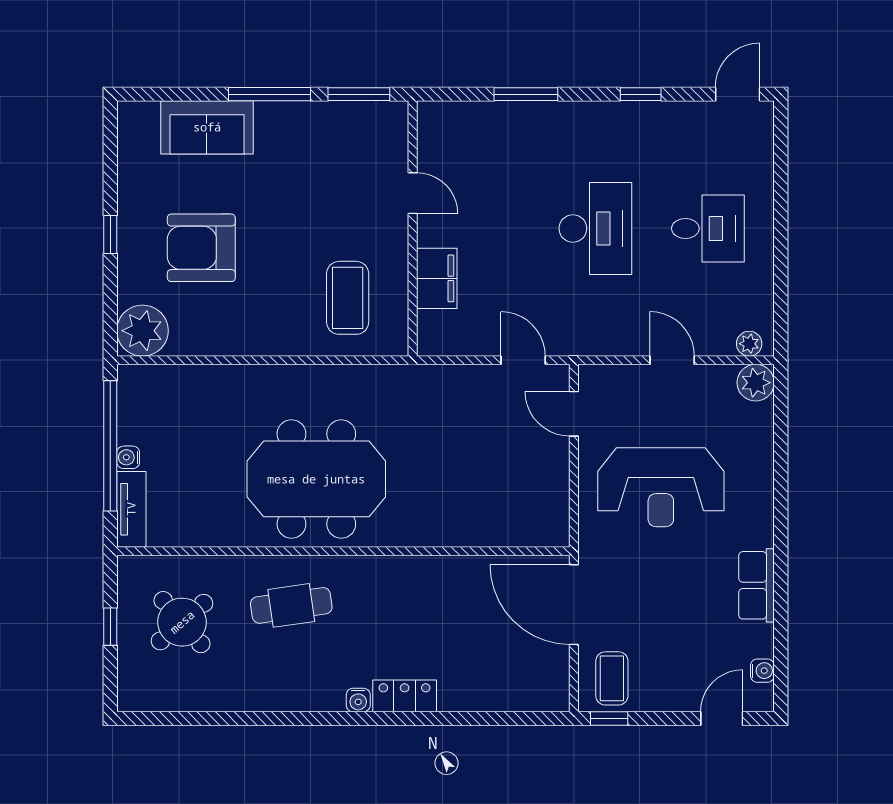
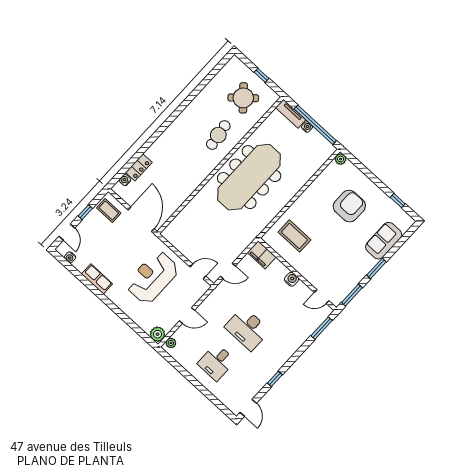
window: (270, 94) -> (376, 268), width x0.69
window: (526, 94) -> (322, 328), moved
door: (413, 193) -> (322, 297), moved
water cooler: (431, 231) -> (292, 279), added
window: (110, 234) -> (398, 201), moved
filing cabinet: (437, 278) -> (262, 255), moved
plant: (142, 331) -> (341, 159), width x0.53, depth x0.53
meeting table: (316, 479) -> (249, 177), width x1.36
door: (574, 605) -> (141, 219), hinge flipped
locker: (405, 696) -> (139, 167), moved
water cooler: (358, 700) -> (125, 180), moved
window: (609, 719) -> (85, 212), moved

